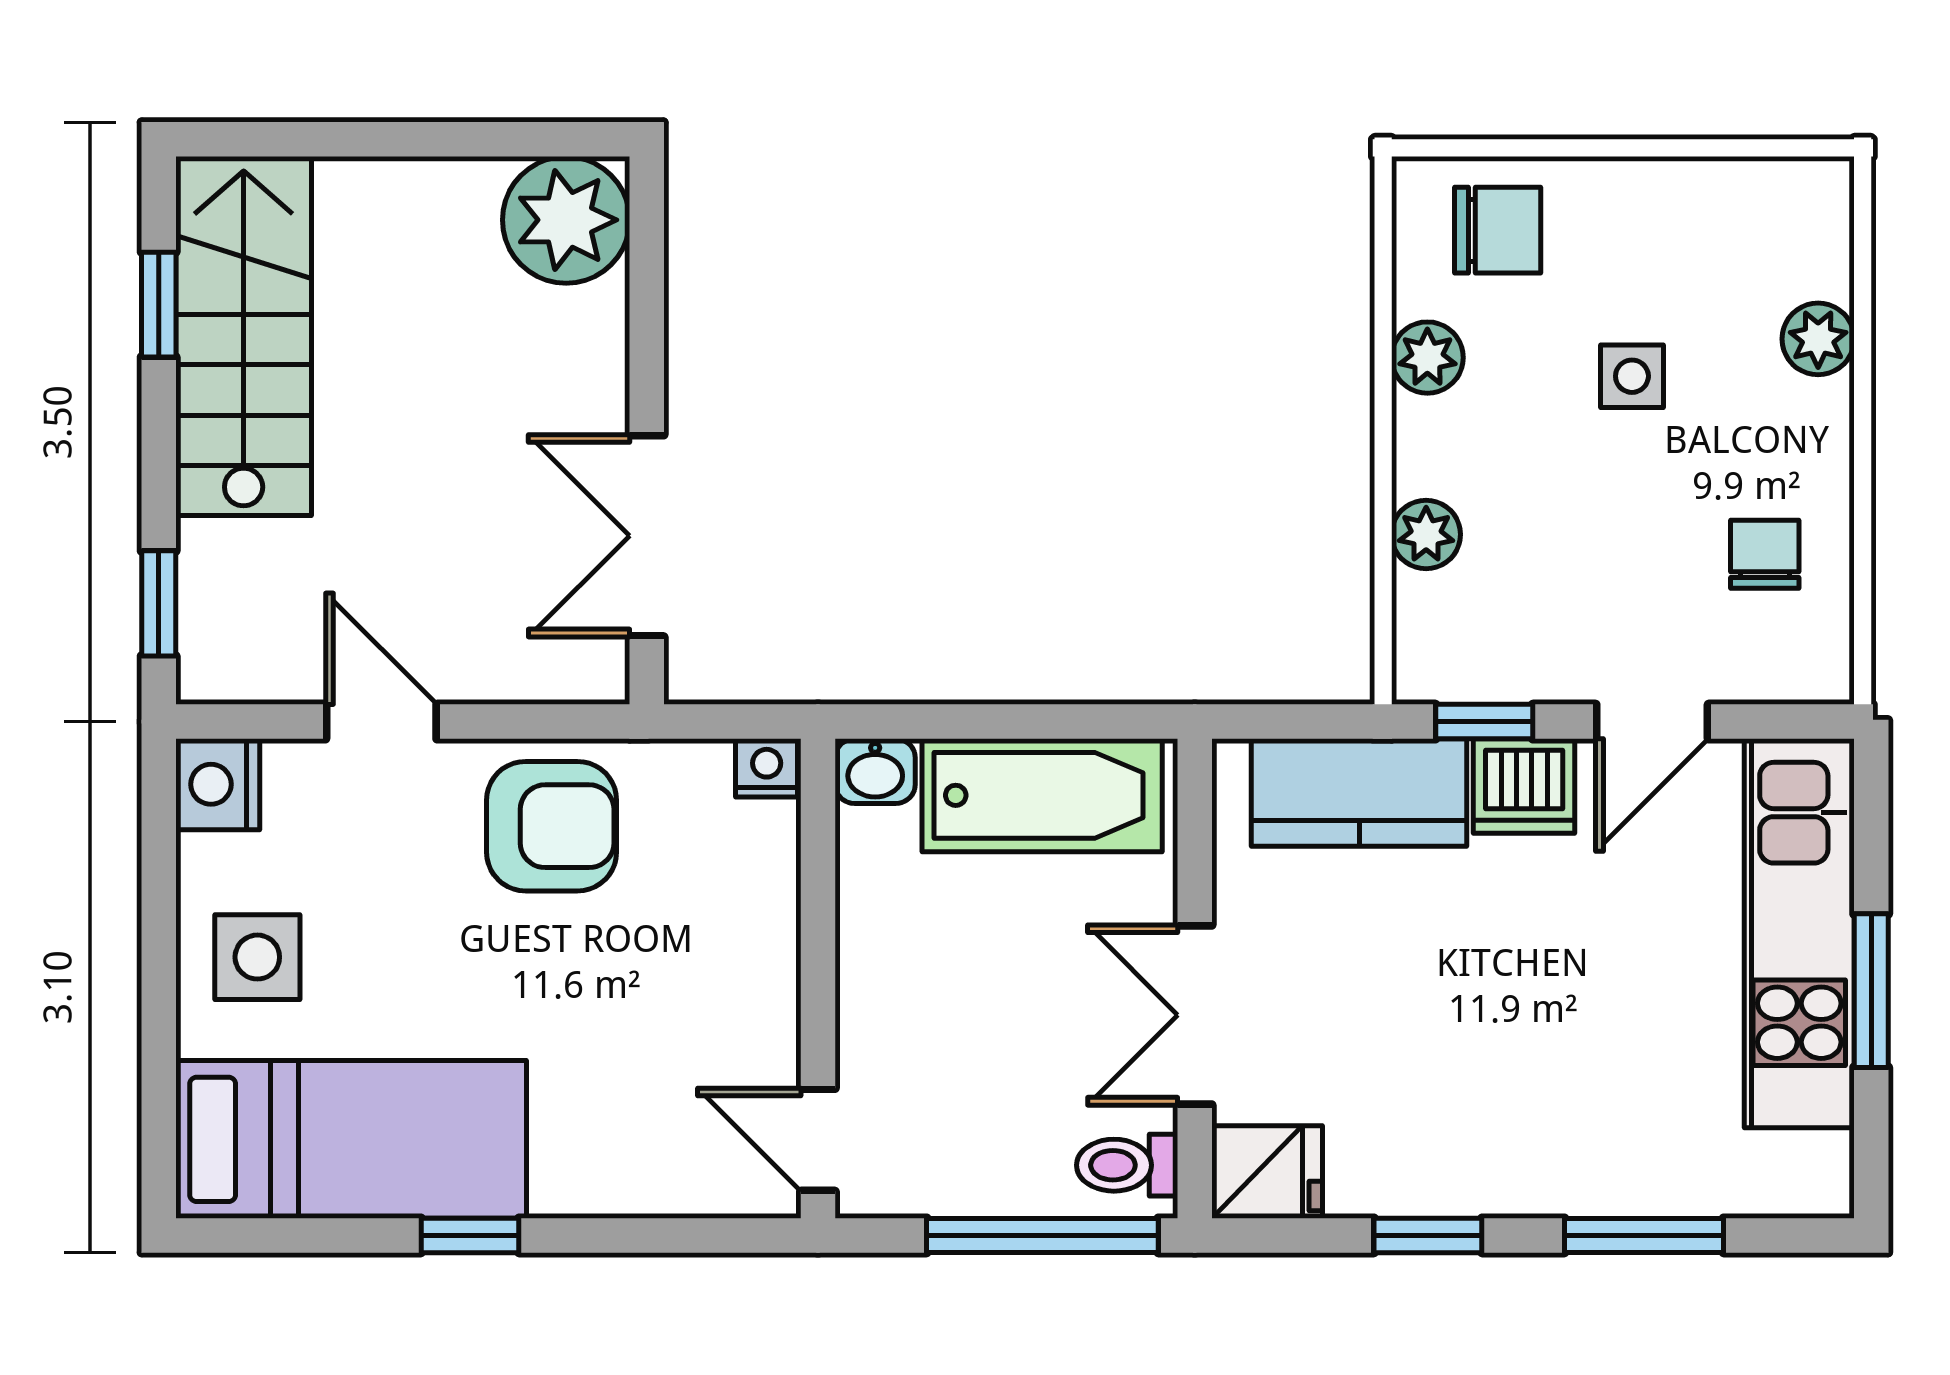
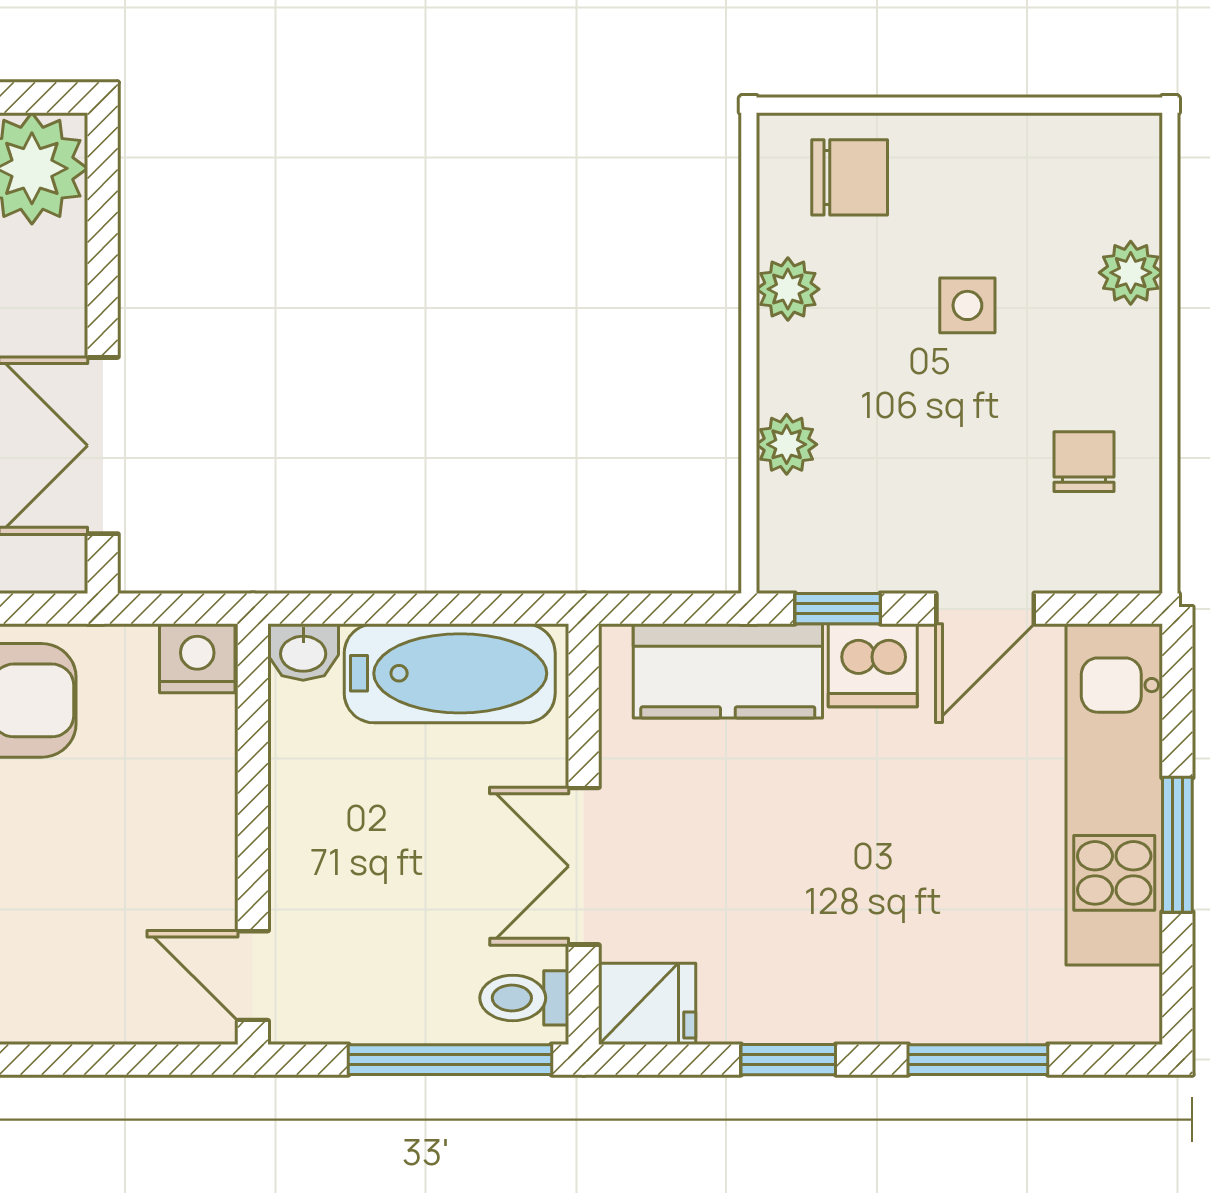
nightstand: (767, 768) -> (197, 658), width x1.39, depth x1.35

